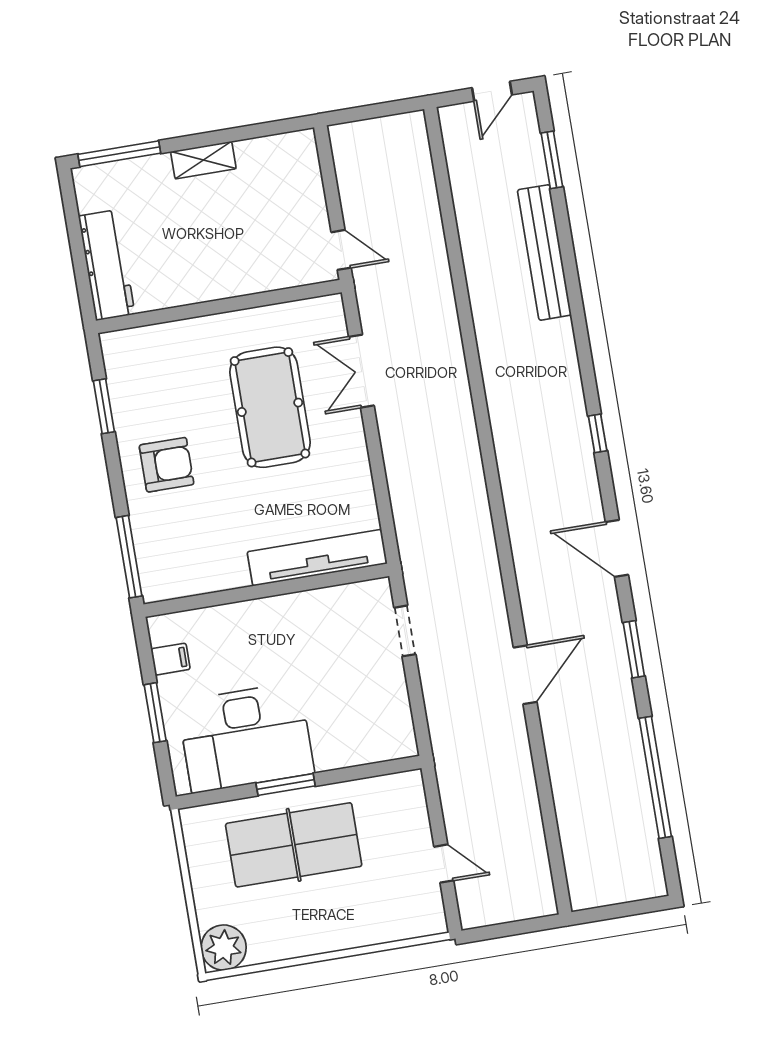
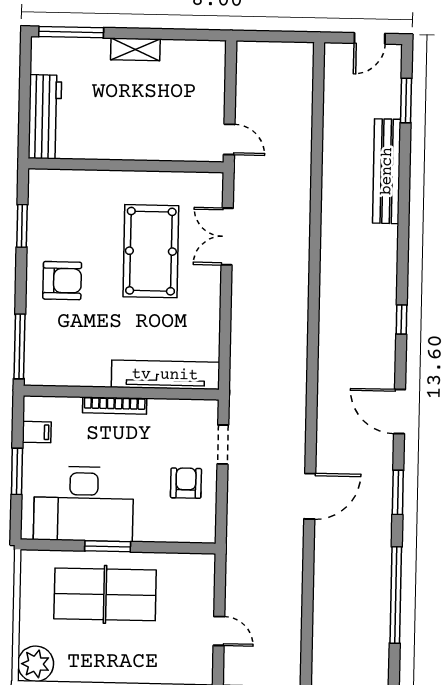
bookcase: (261, 608) -> (115, 405), added
armchair: (368, 688) -> (186, 483), added

